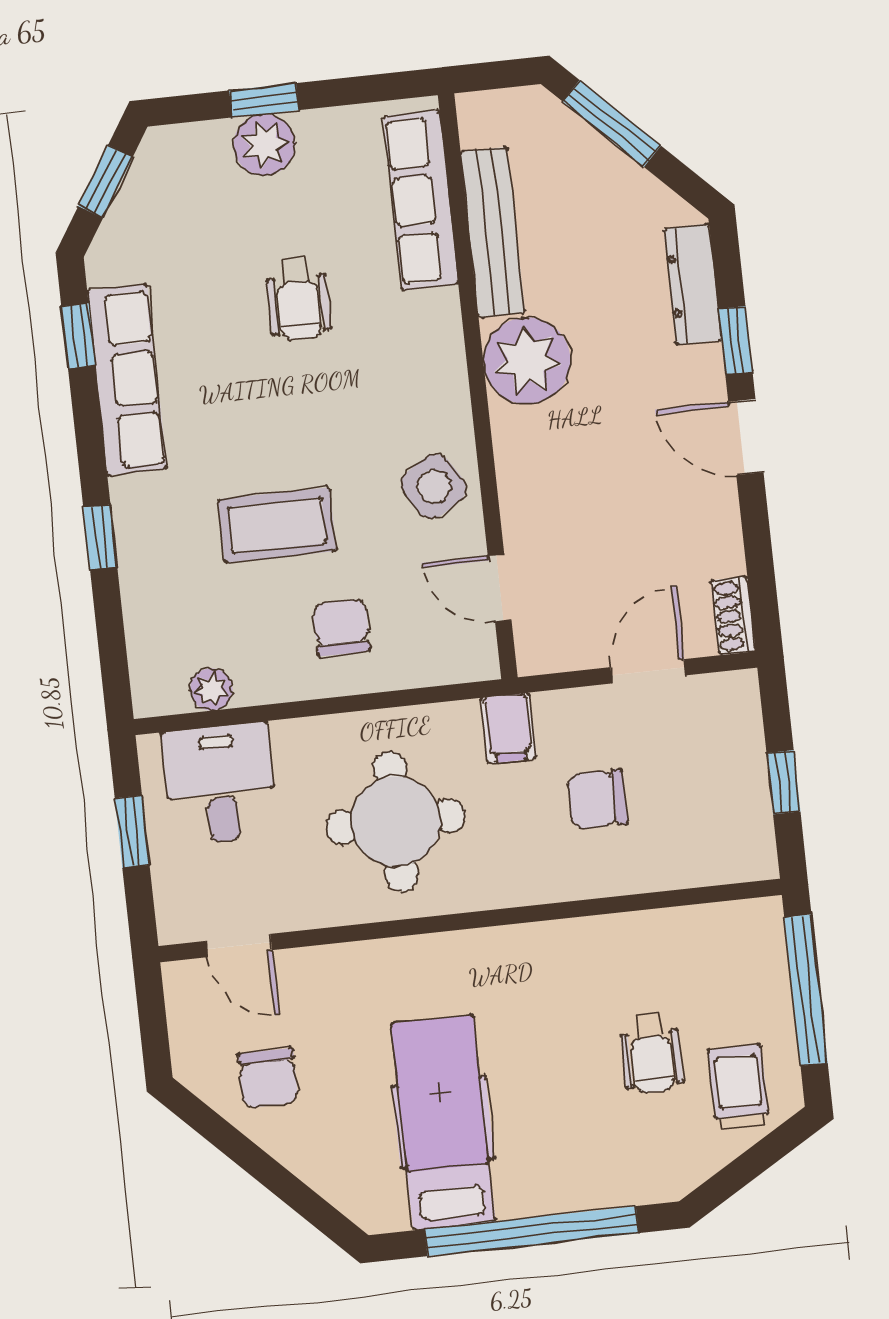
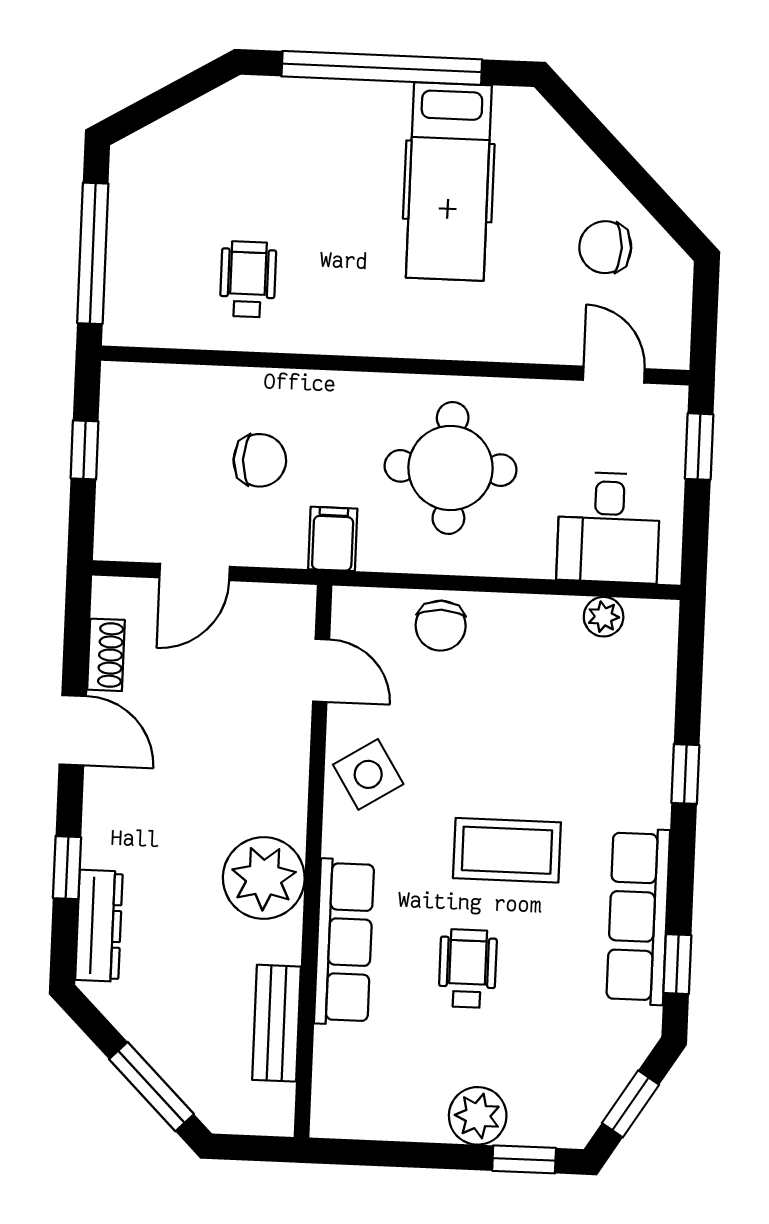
window: (264, 100) -> (524, 1159), moved
row of seats: (421, 200) -> (344, 942), moved
bench: (493, 232) -> (277, 1023), width x0.73
door: (746, 437) -> (73, 730), moved
coffee table: (277, 525) -> (507, 850), moved
shoe rack: (733, 616) -> (106, 655), moved
chair: (341, 628) -> (441, 626), moved
window: (132, 832) -> (699, 447), moved
wheelchair: (651, 1052) -> (248, 279), moved
chair: (268, 1078) -> (605, 247), turned -90
trolley: (739, 1087) -> (169, 173), removed

